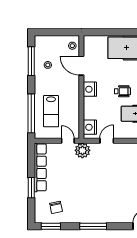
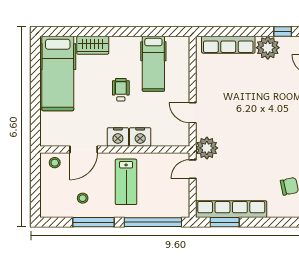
window: (31, 61) -> (93, 222), moved
lab bench: (51, 111) -> (126, 182), moved, turned 90
nightstand: (90, 127) -> (140, 137), moved
window: (31, 188) -> (225, 222), moved

